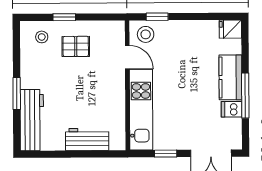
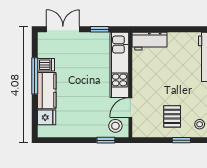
fridge: (230, 29) -> (47, 117), moved
pallet: (76, 46) -> (172, 116), turned 90
door: (127, 57) -> (130, 107), hinge flipped
workbench: (87, 139) -> (150, 41), moved

